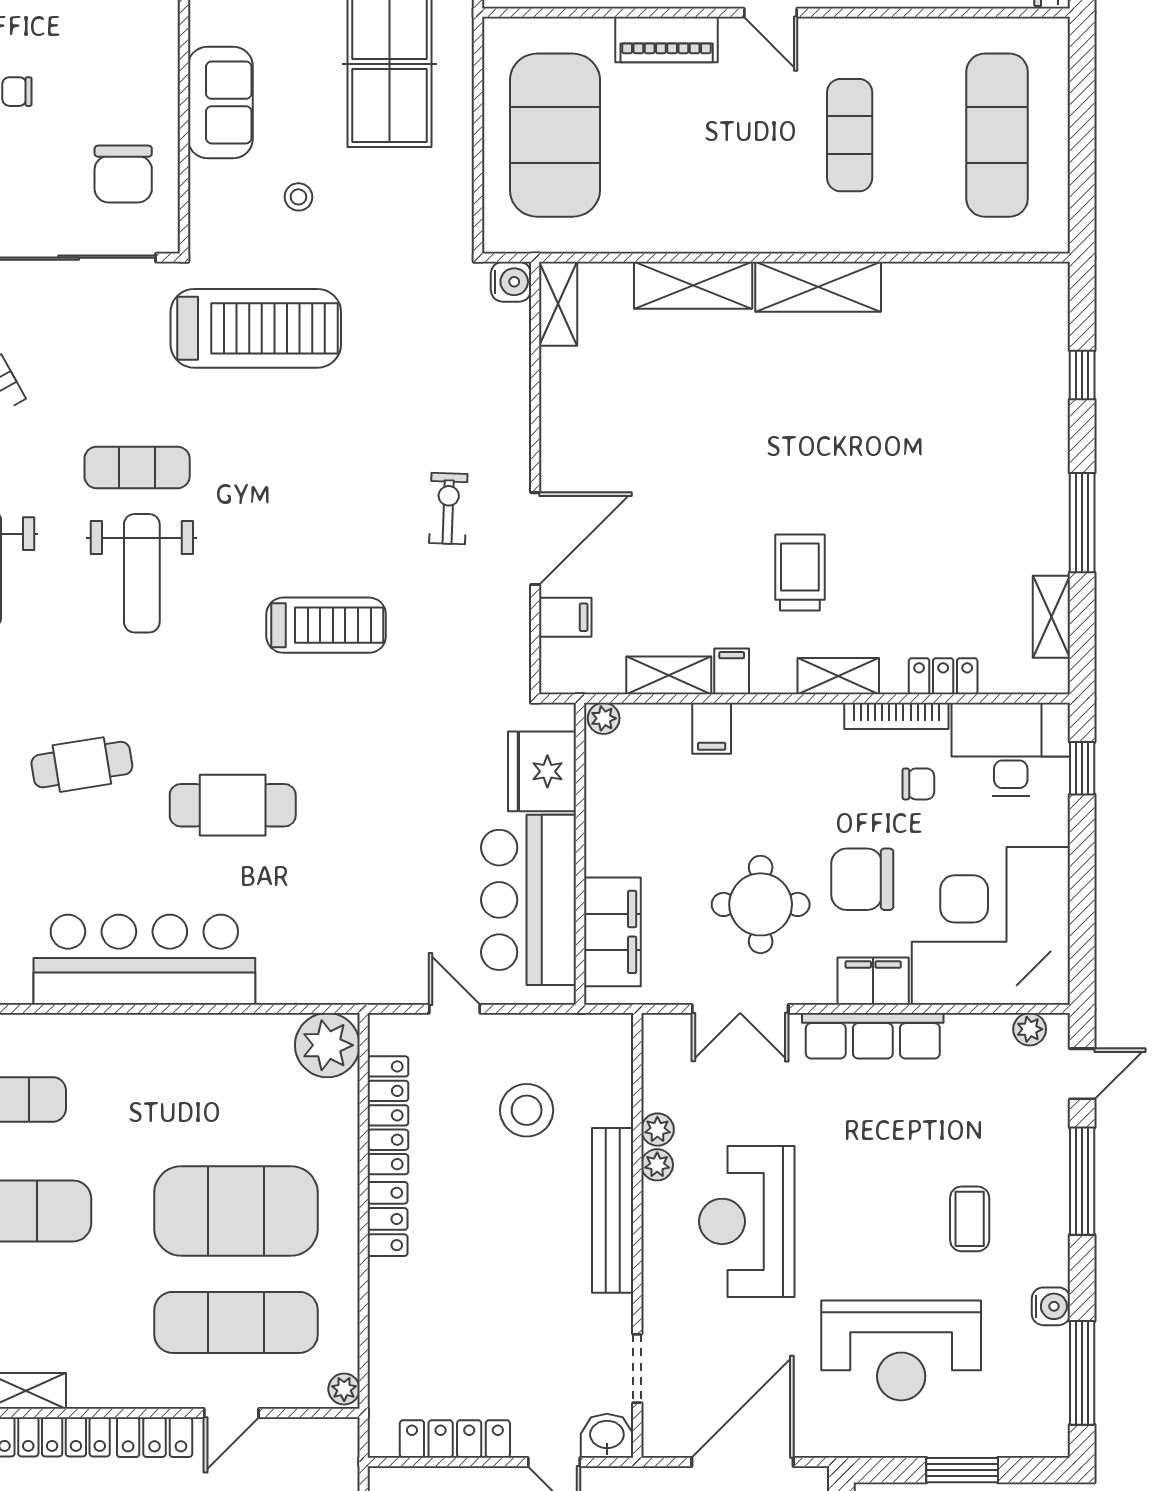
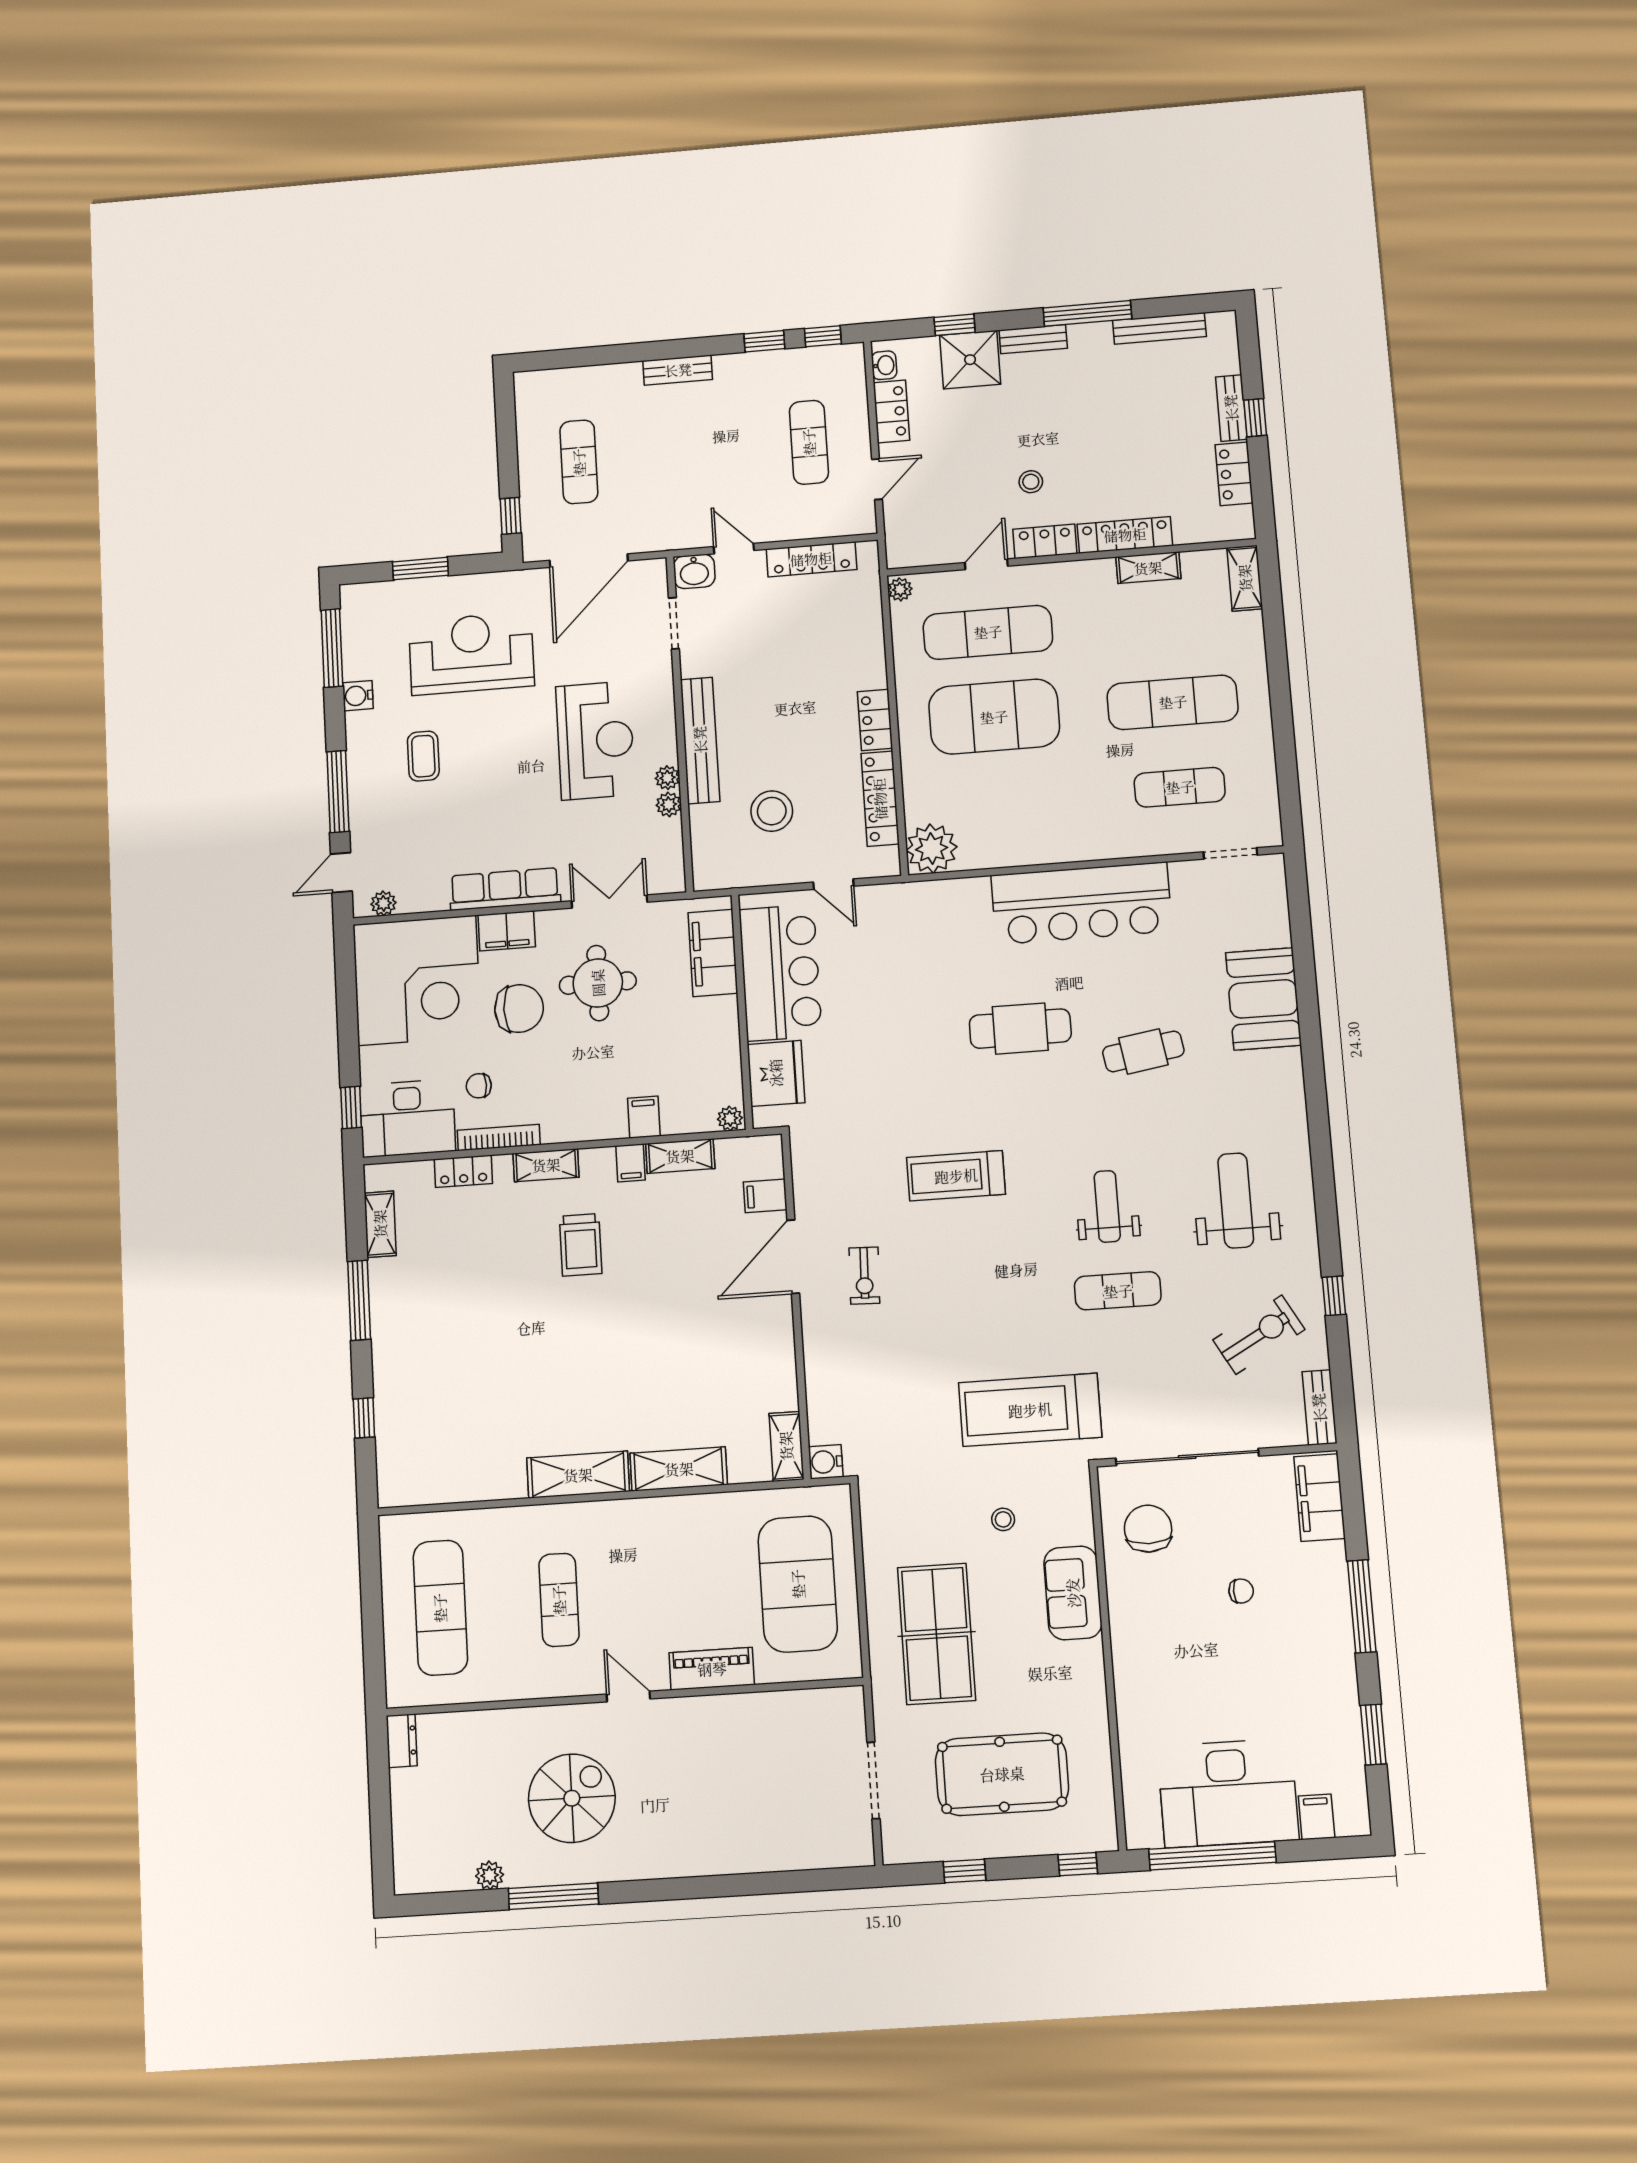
weight bench: (142, 573) -> (1107, 1206), width x0.73, depth x0.75

